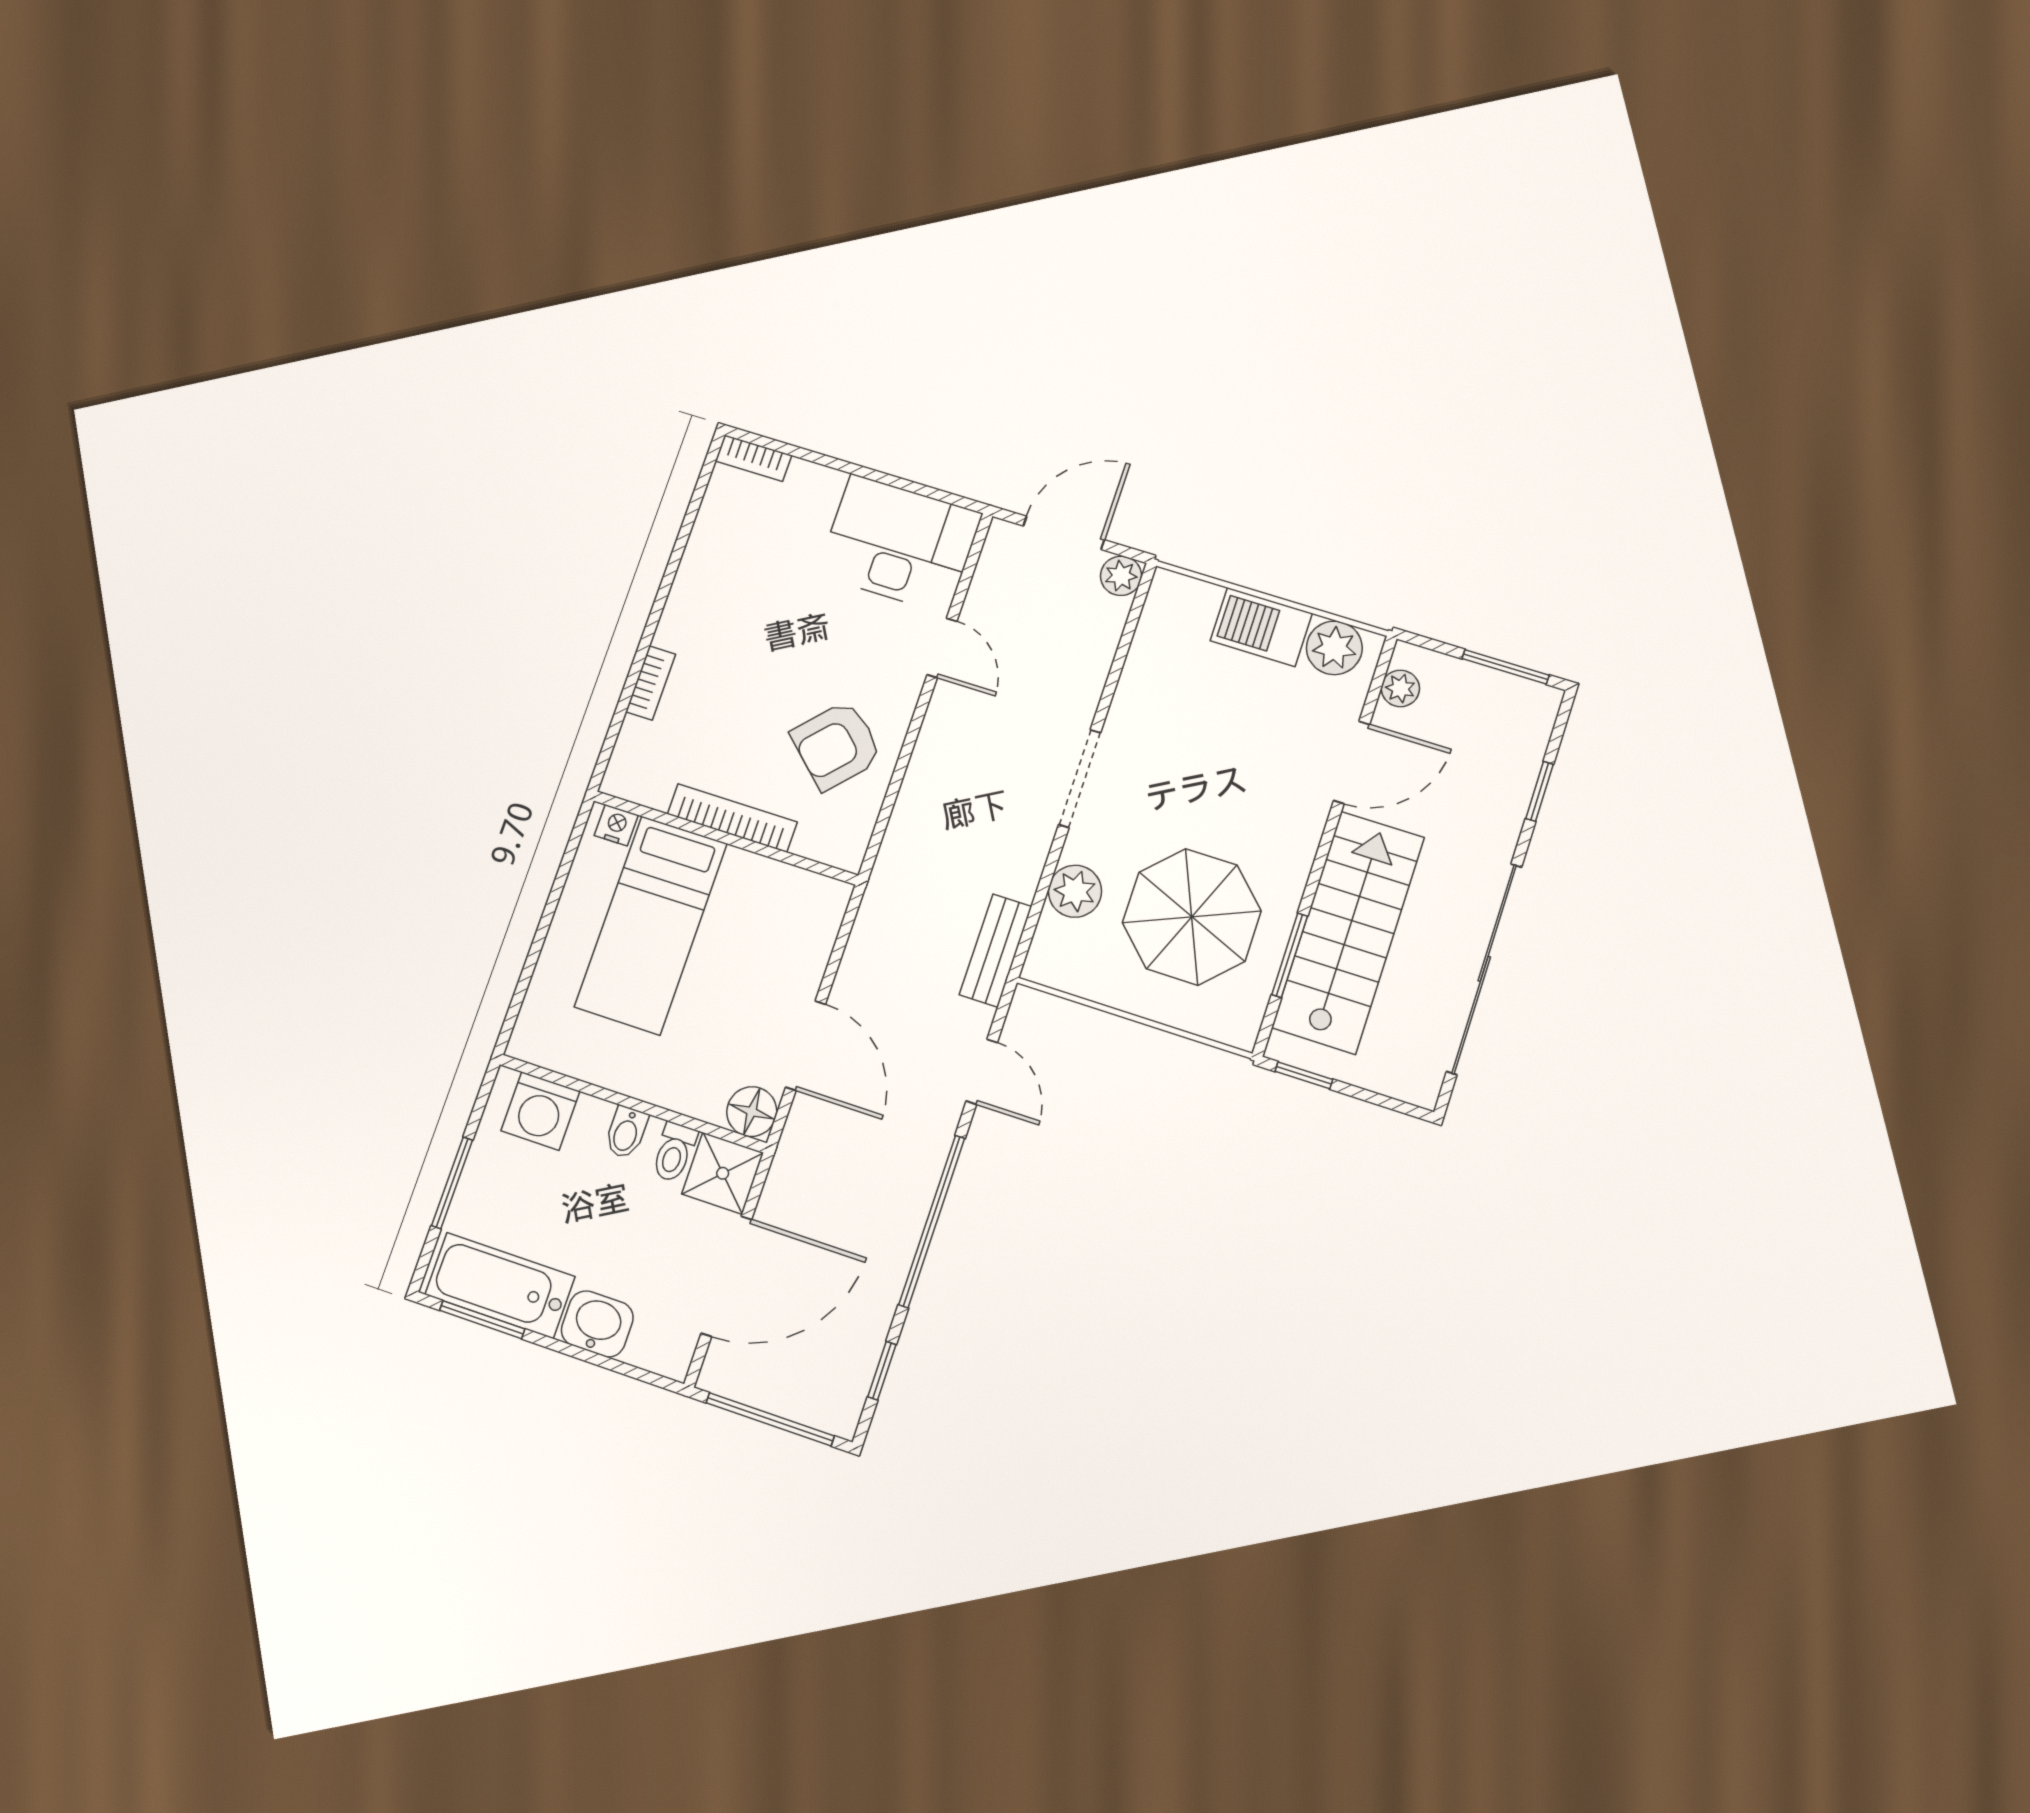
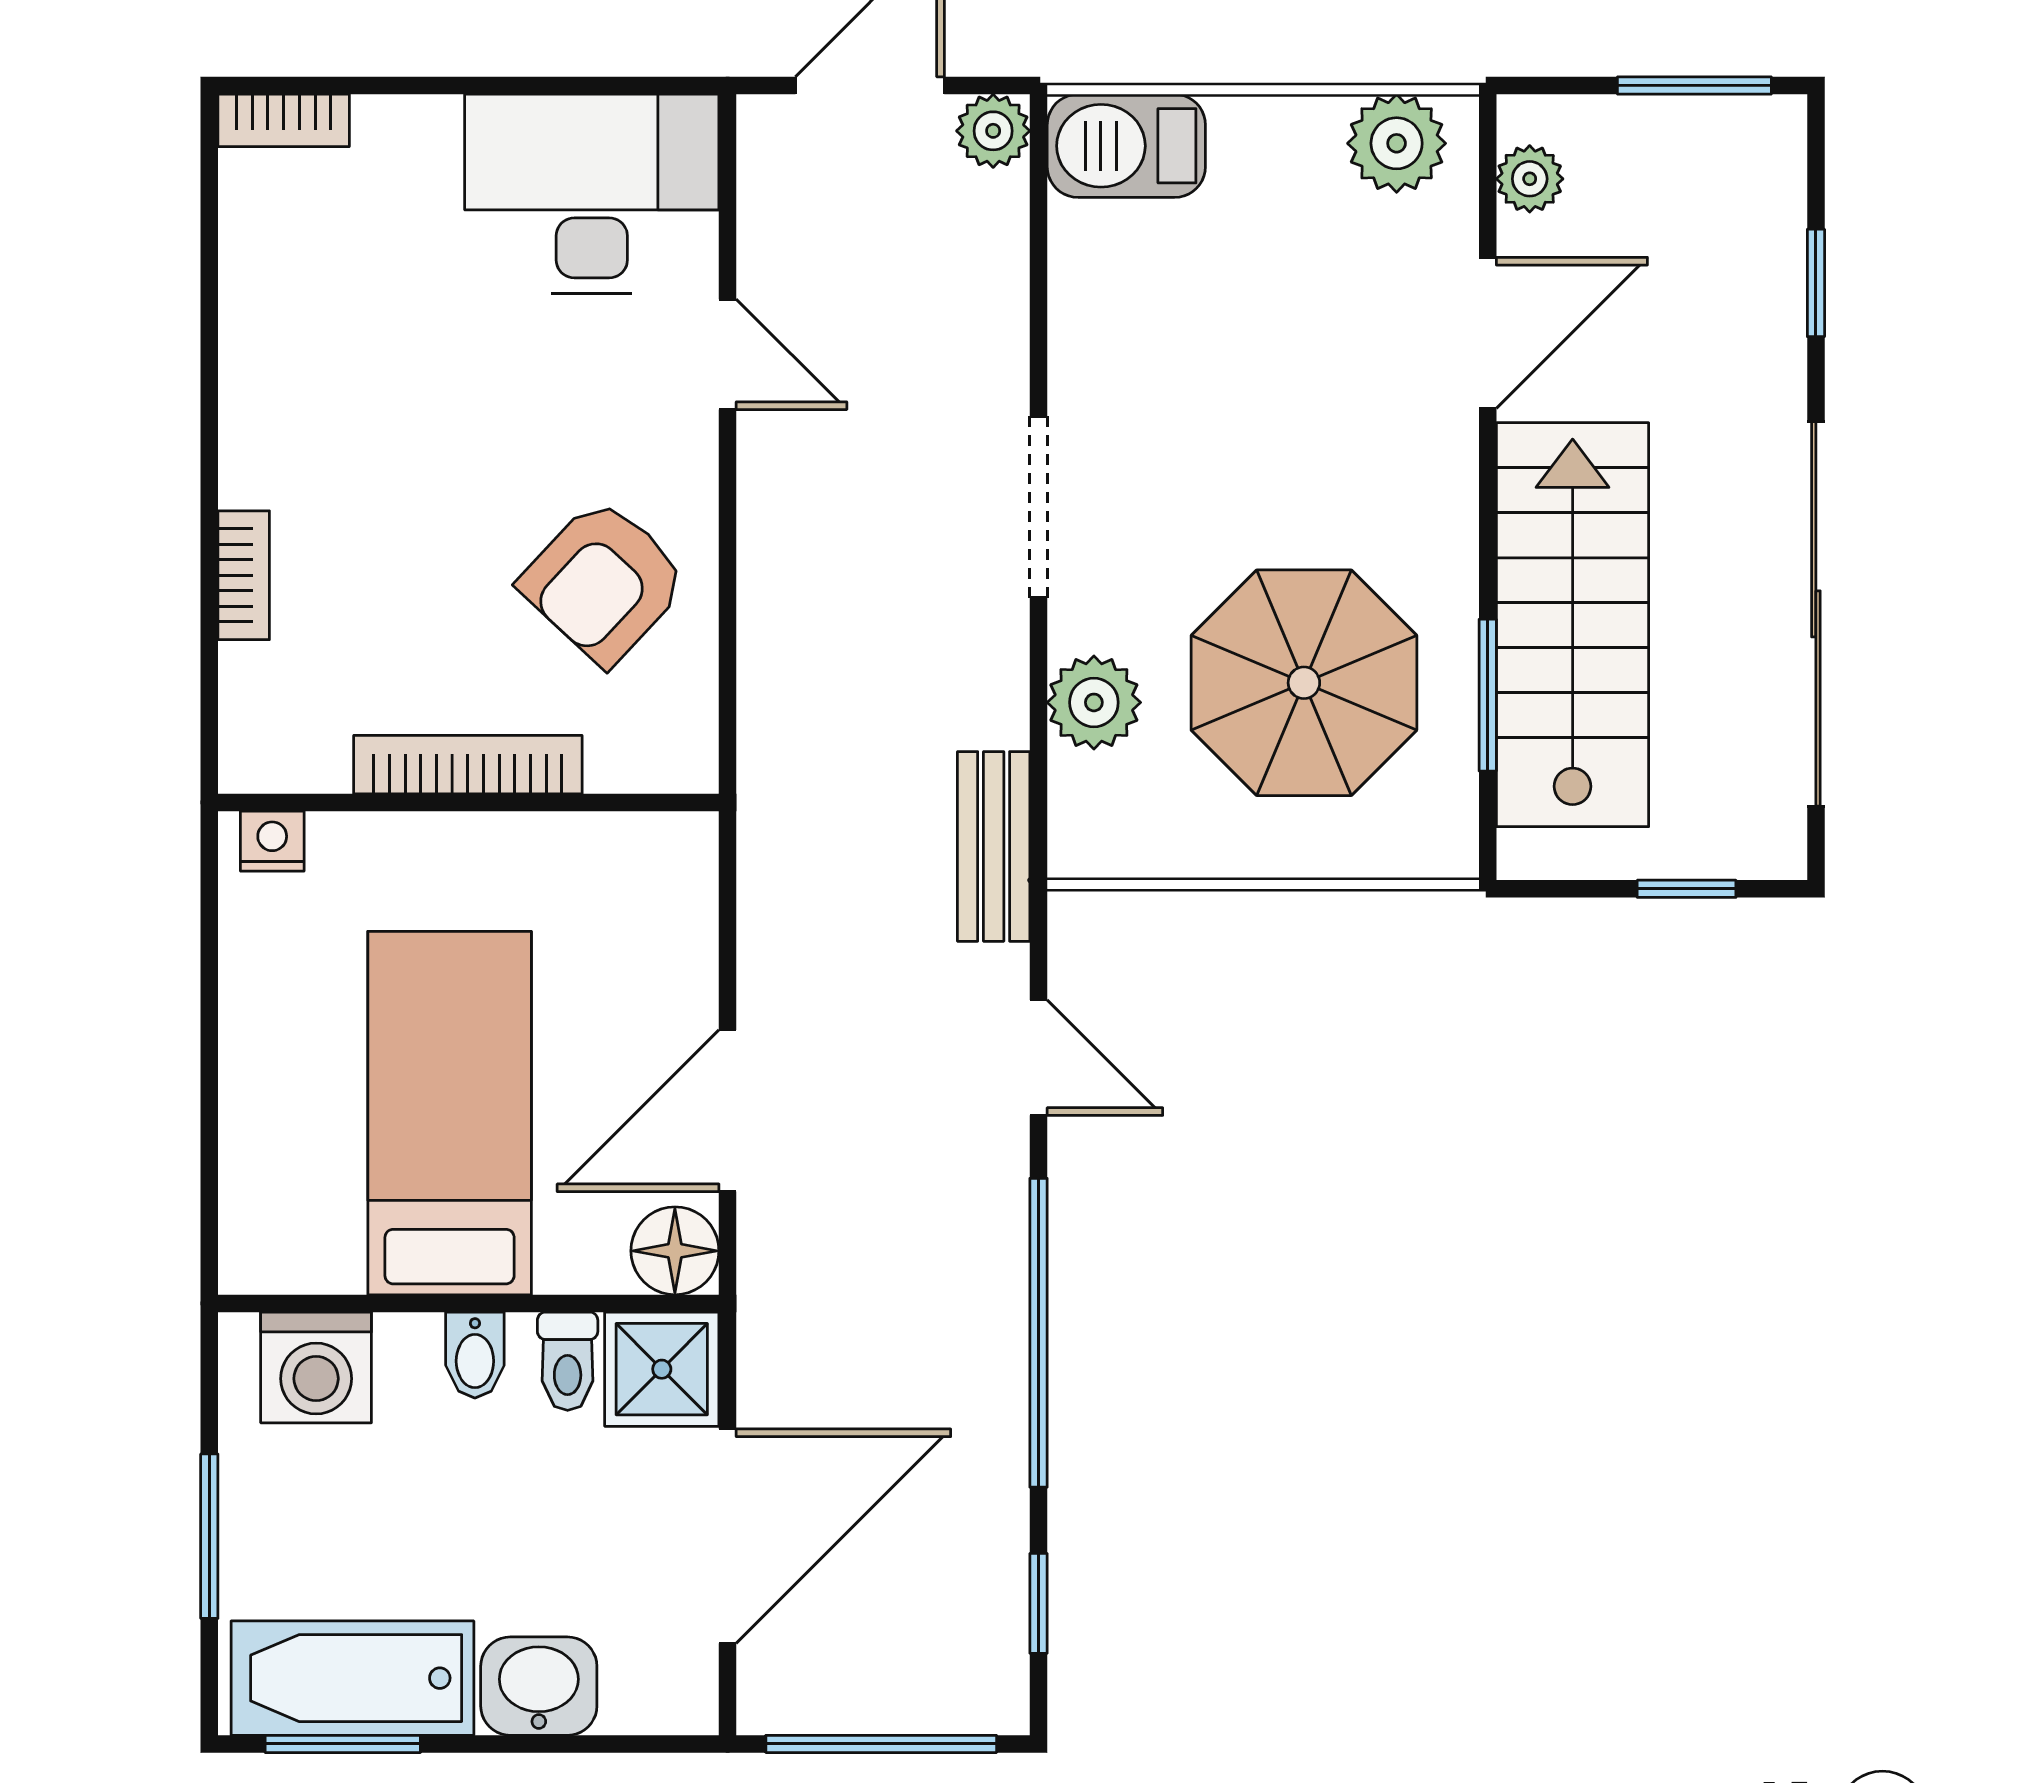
barbecue: (1261, 627) -> (1126, 146), moved
bed: (651, 925) -> (450, 1113), moved, turned 180
door: (806, 1046) -> (728, 1111), swing flipped
window: (1304, 1075) -> (1687, 889), moved

